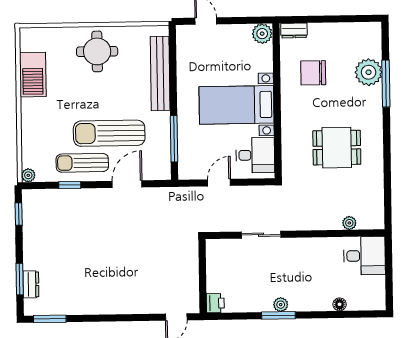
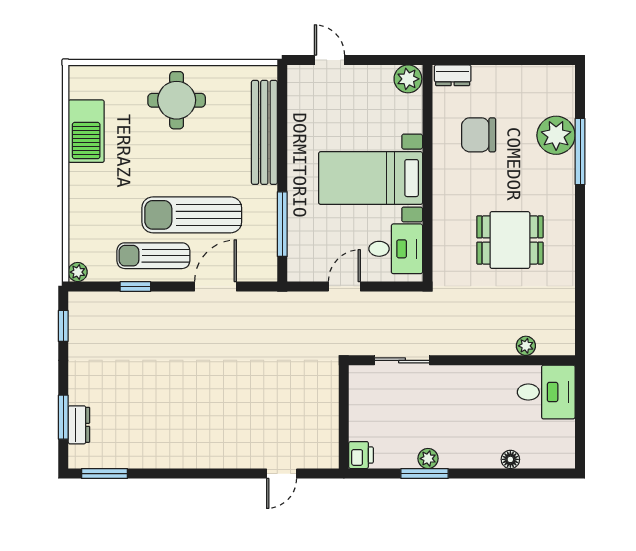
wall: (202, 276) -> (344, 417), moved
printer: (215, 303) -> (361, 455), moved

